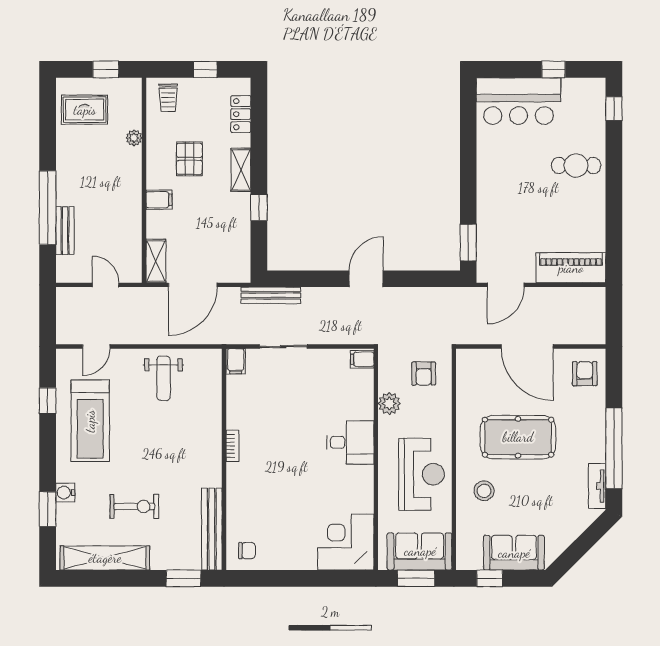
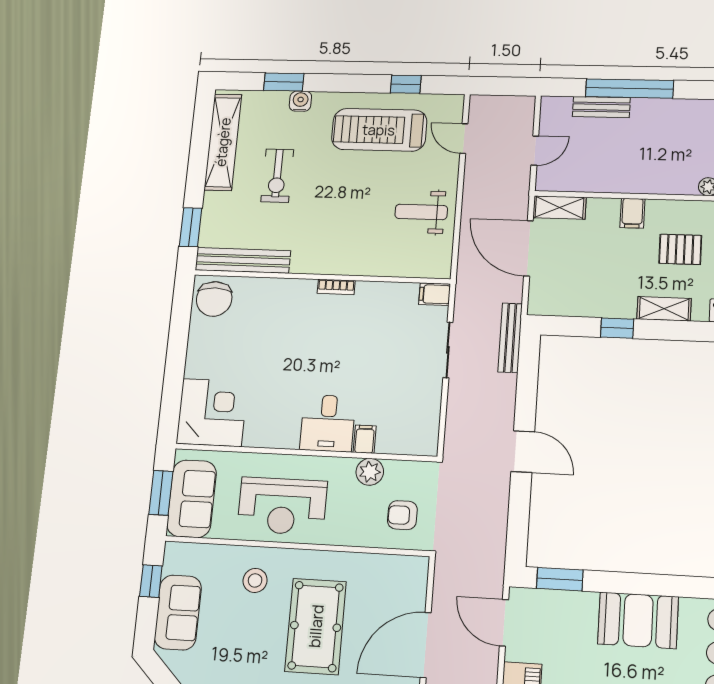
booth: (497, 179) -> (638, 620), added
filing cabinet: (362, 359) -> (365, 439), moved
chair: (247, 551) -> (214, 299), width x1.87, depth x1.87

